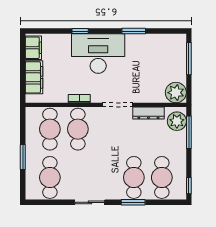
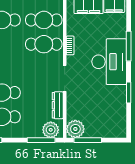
window: (80, 31) -> (129, 46), width x2.17
window: (189, 59) -> (88, 140), moved

